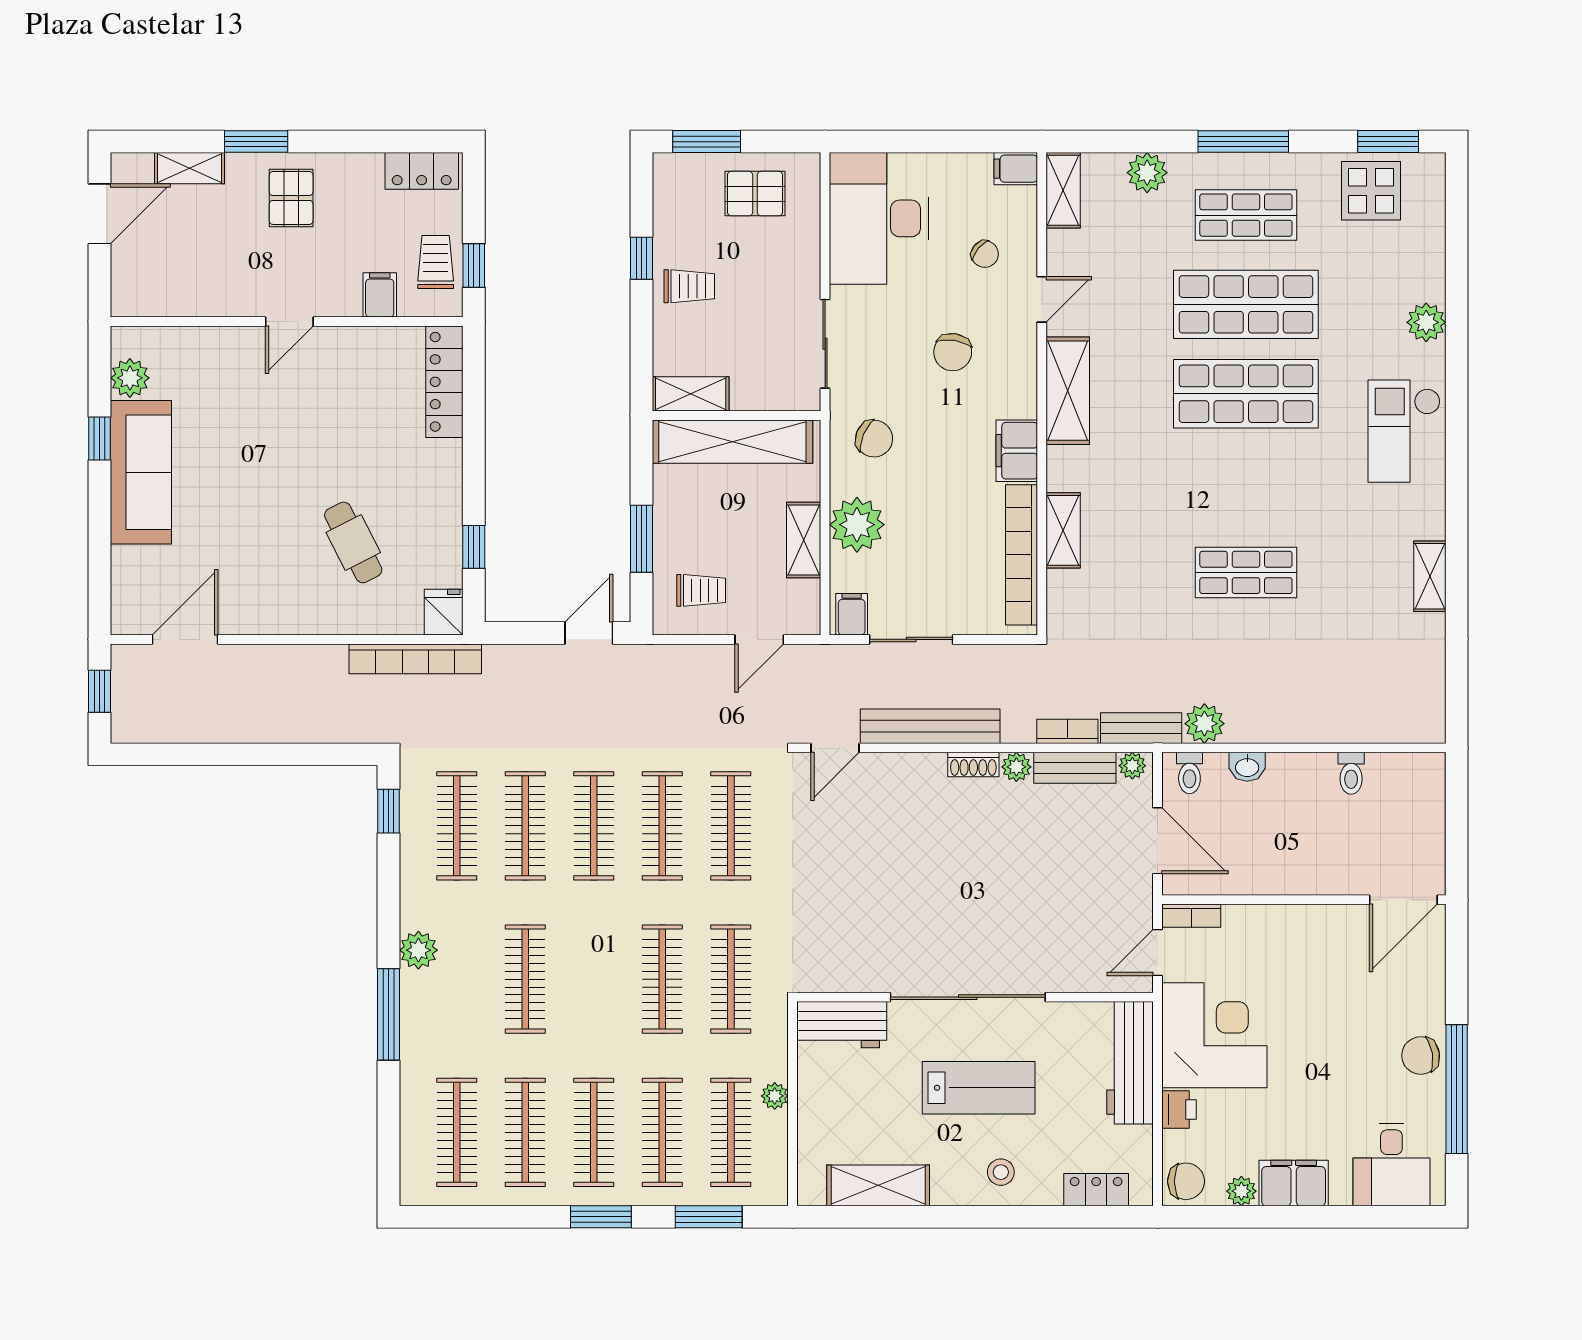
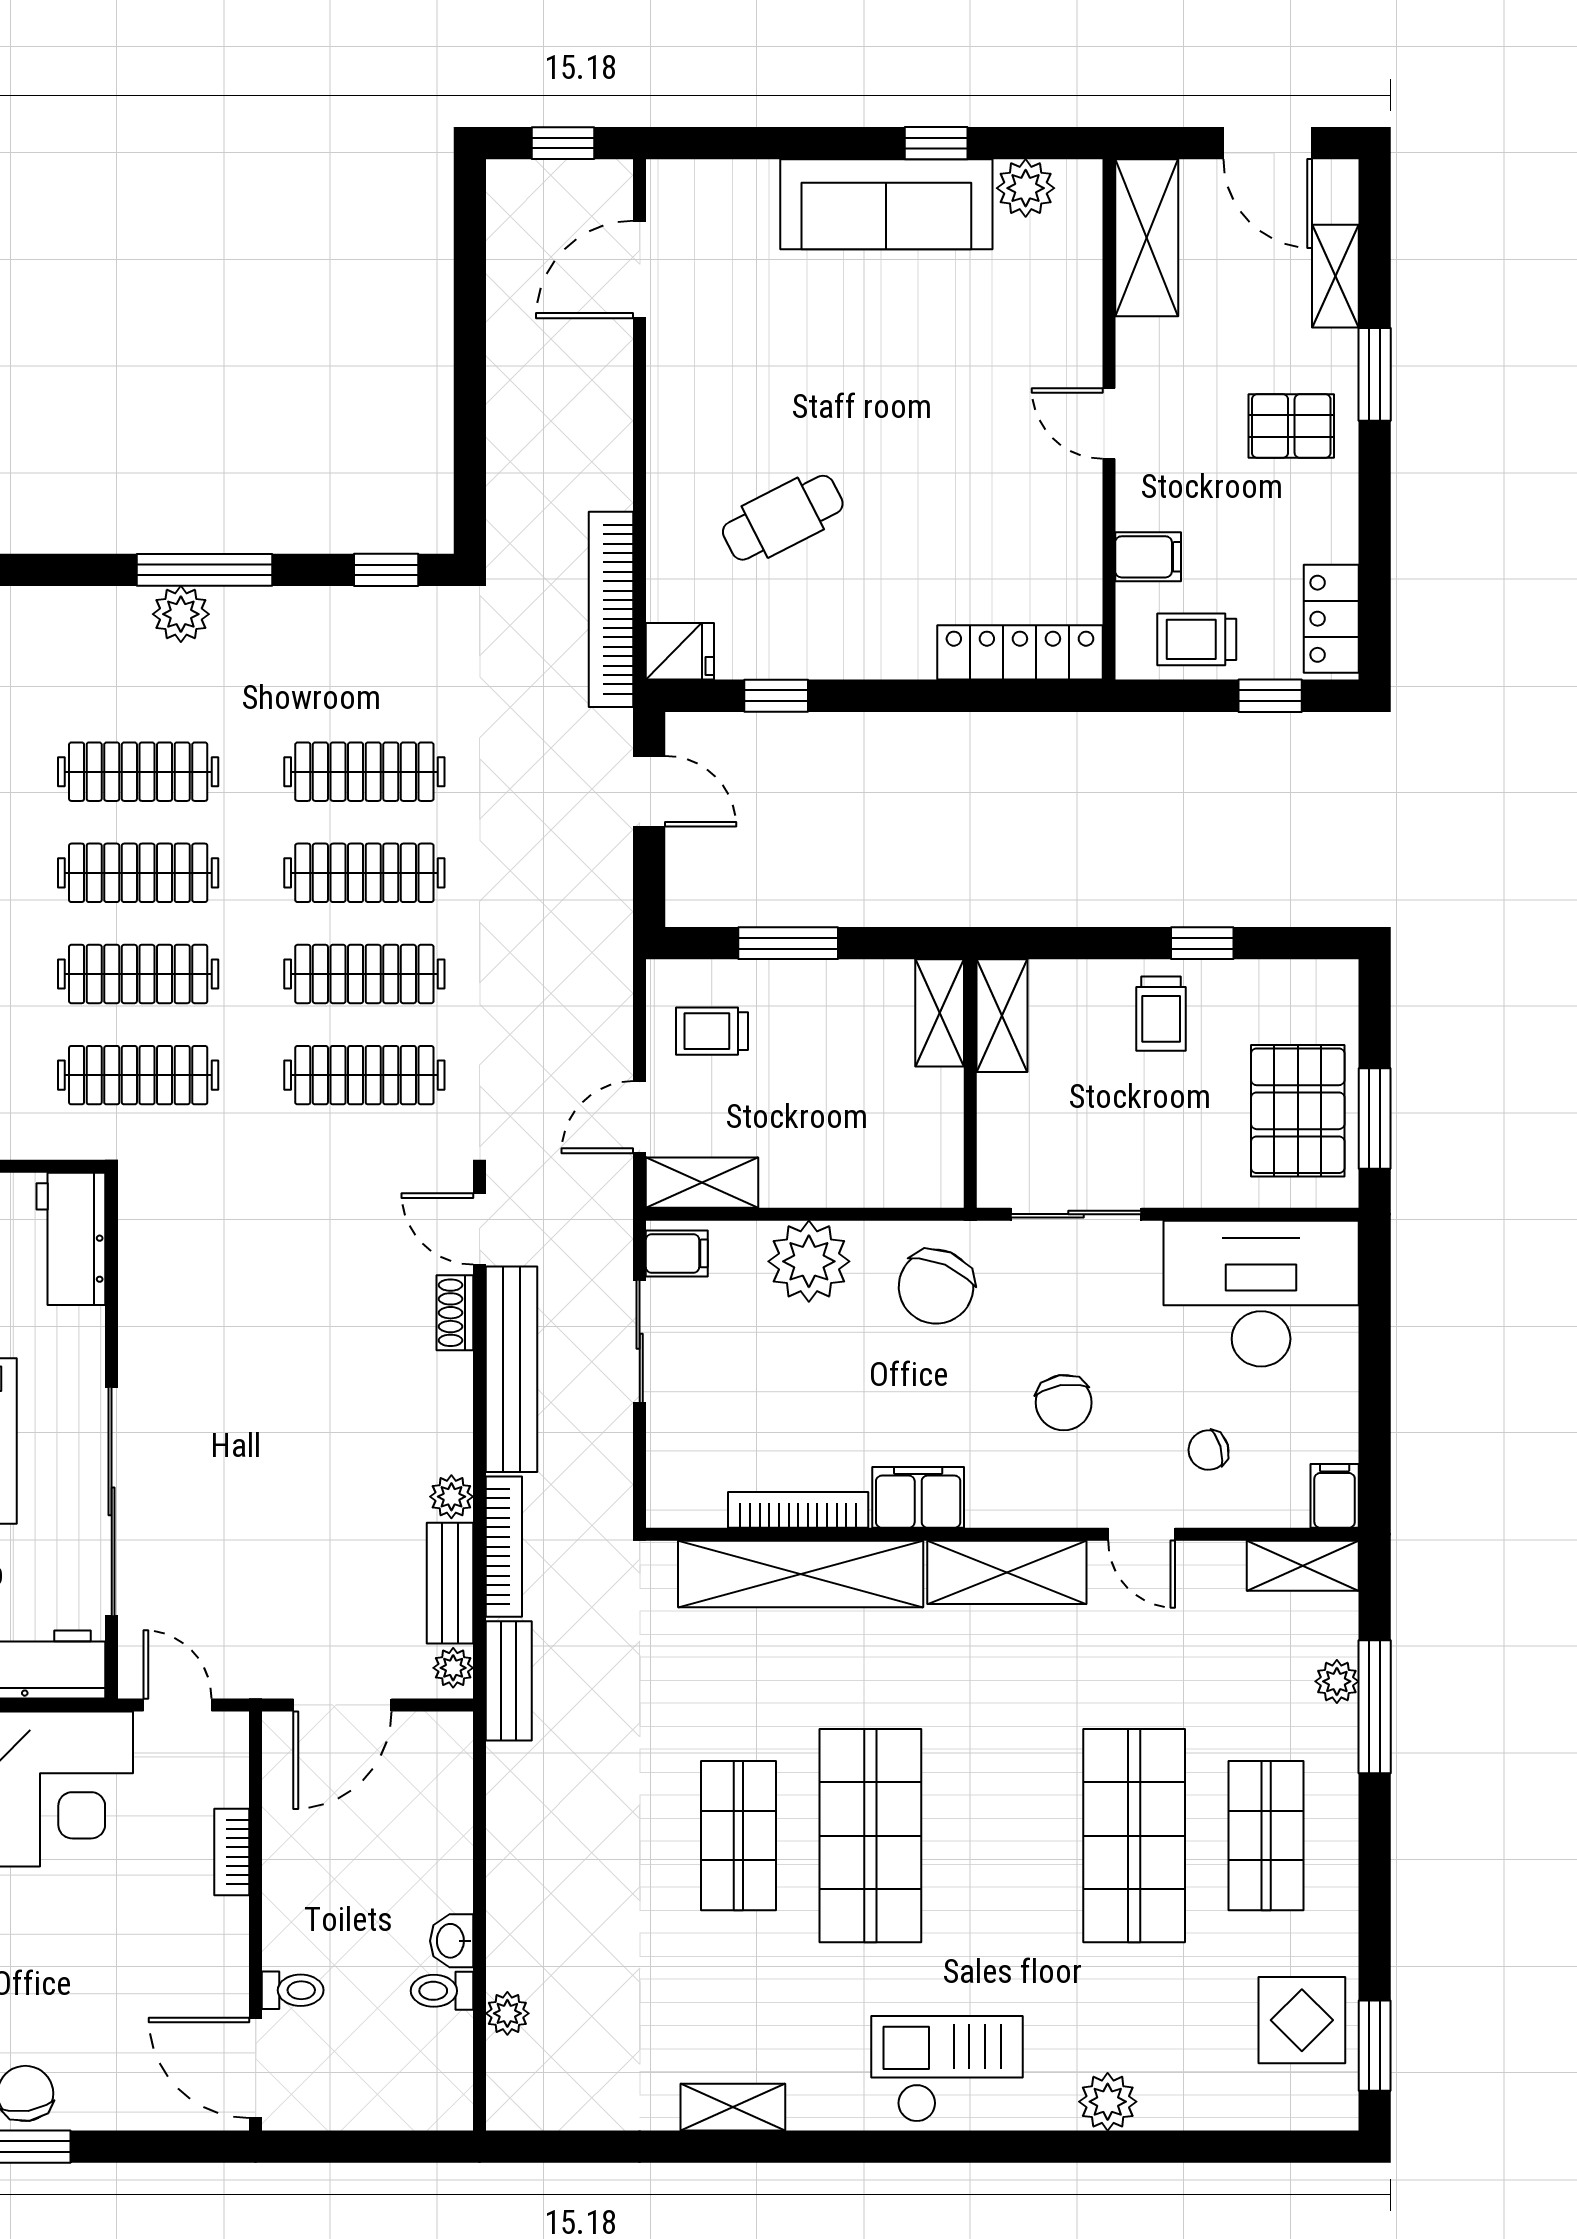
window: (707, 142) -> (1375, 1119), moved
window: (1243, 142) -> (1375, 1707), moved
plant: (1147, 173) -> (1337, 1681), width x0.73, depth x0.73
pallet: (755, 194) -> (1298, 1111), width x1.50, depth x1.42
chair: (985, 254) -> (1209, 1450), turned 34
trolley: (436, 262) -> (1197, 639), turned 180
window: (474, 266) -> (1270, 696), moved
shelving: (164, 296) -> (1147, 238), added
chair: (953, 352) -> (1064, 1403), turned -108
shop shelf: (1246, 394) -> (870, 1836), moved
chair: (874, 439) -> (936, 1287), width x1.37, depth x1.37
shelving: (732, 442) -> (940, 1013), width x0.45, depth x0.75
shelving: (1063, 530) -> (801, 1574), width x2.20, depth x1.33
shelving: (804, 540) -> (702, 1183), moved
bookcase: (1022, 555) -> (798, 1510), width x0.68, depth x0.76
trolley: (701, 590) -> (712, 1031), turned 90
door: (589, 633) -> (649, 791), moved
door: (185, 639) -> (640, 269), swing flipped
door: (759, 639) -> (640, 1117), hinge flipped
plant: (1204, 724) -> (507, 2013), moved, width x0.73, depth x0.73
bookcase: (1067, 731) -> (504, 1547), width x1.56
shoe rack: (973, 765) -> (455, 1313), moved
washbasin: (1247, 767) -> (452, 1941), moved
toilet: (1189, 773) -> (293, 1990), moved, turned 180
clothes rail: (457, 826) -> (138, 873), moved
bookcase: (1191, 916) -> (232, 1852), moved
sliding door: (968, 997) -> (112, 1501), moved
window: (389, 1014) -> (205, 570), moved

